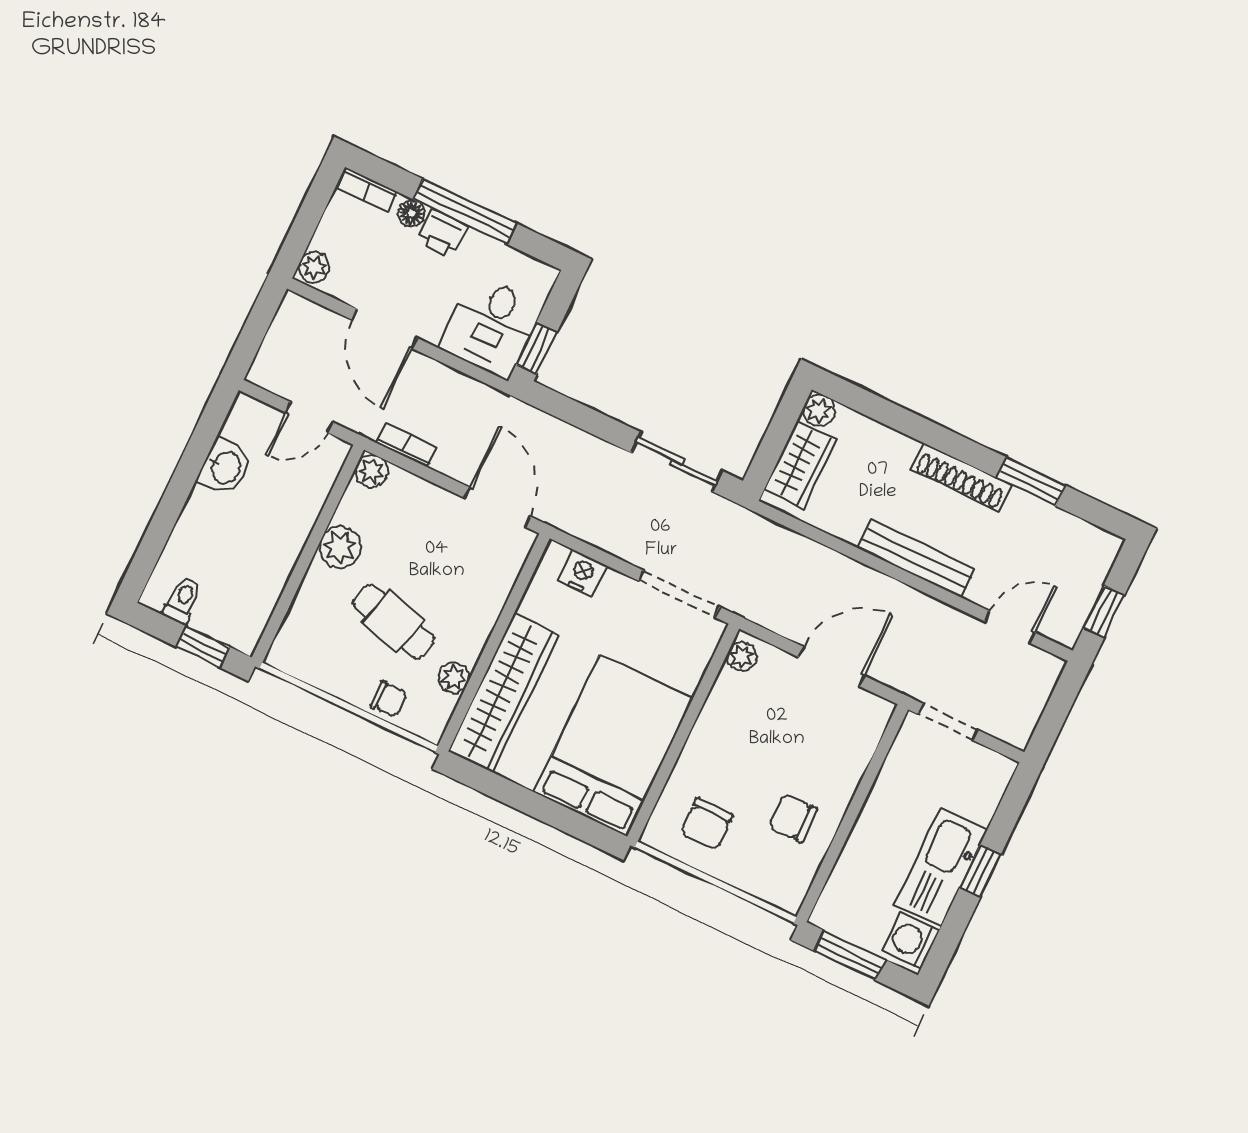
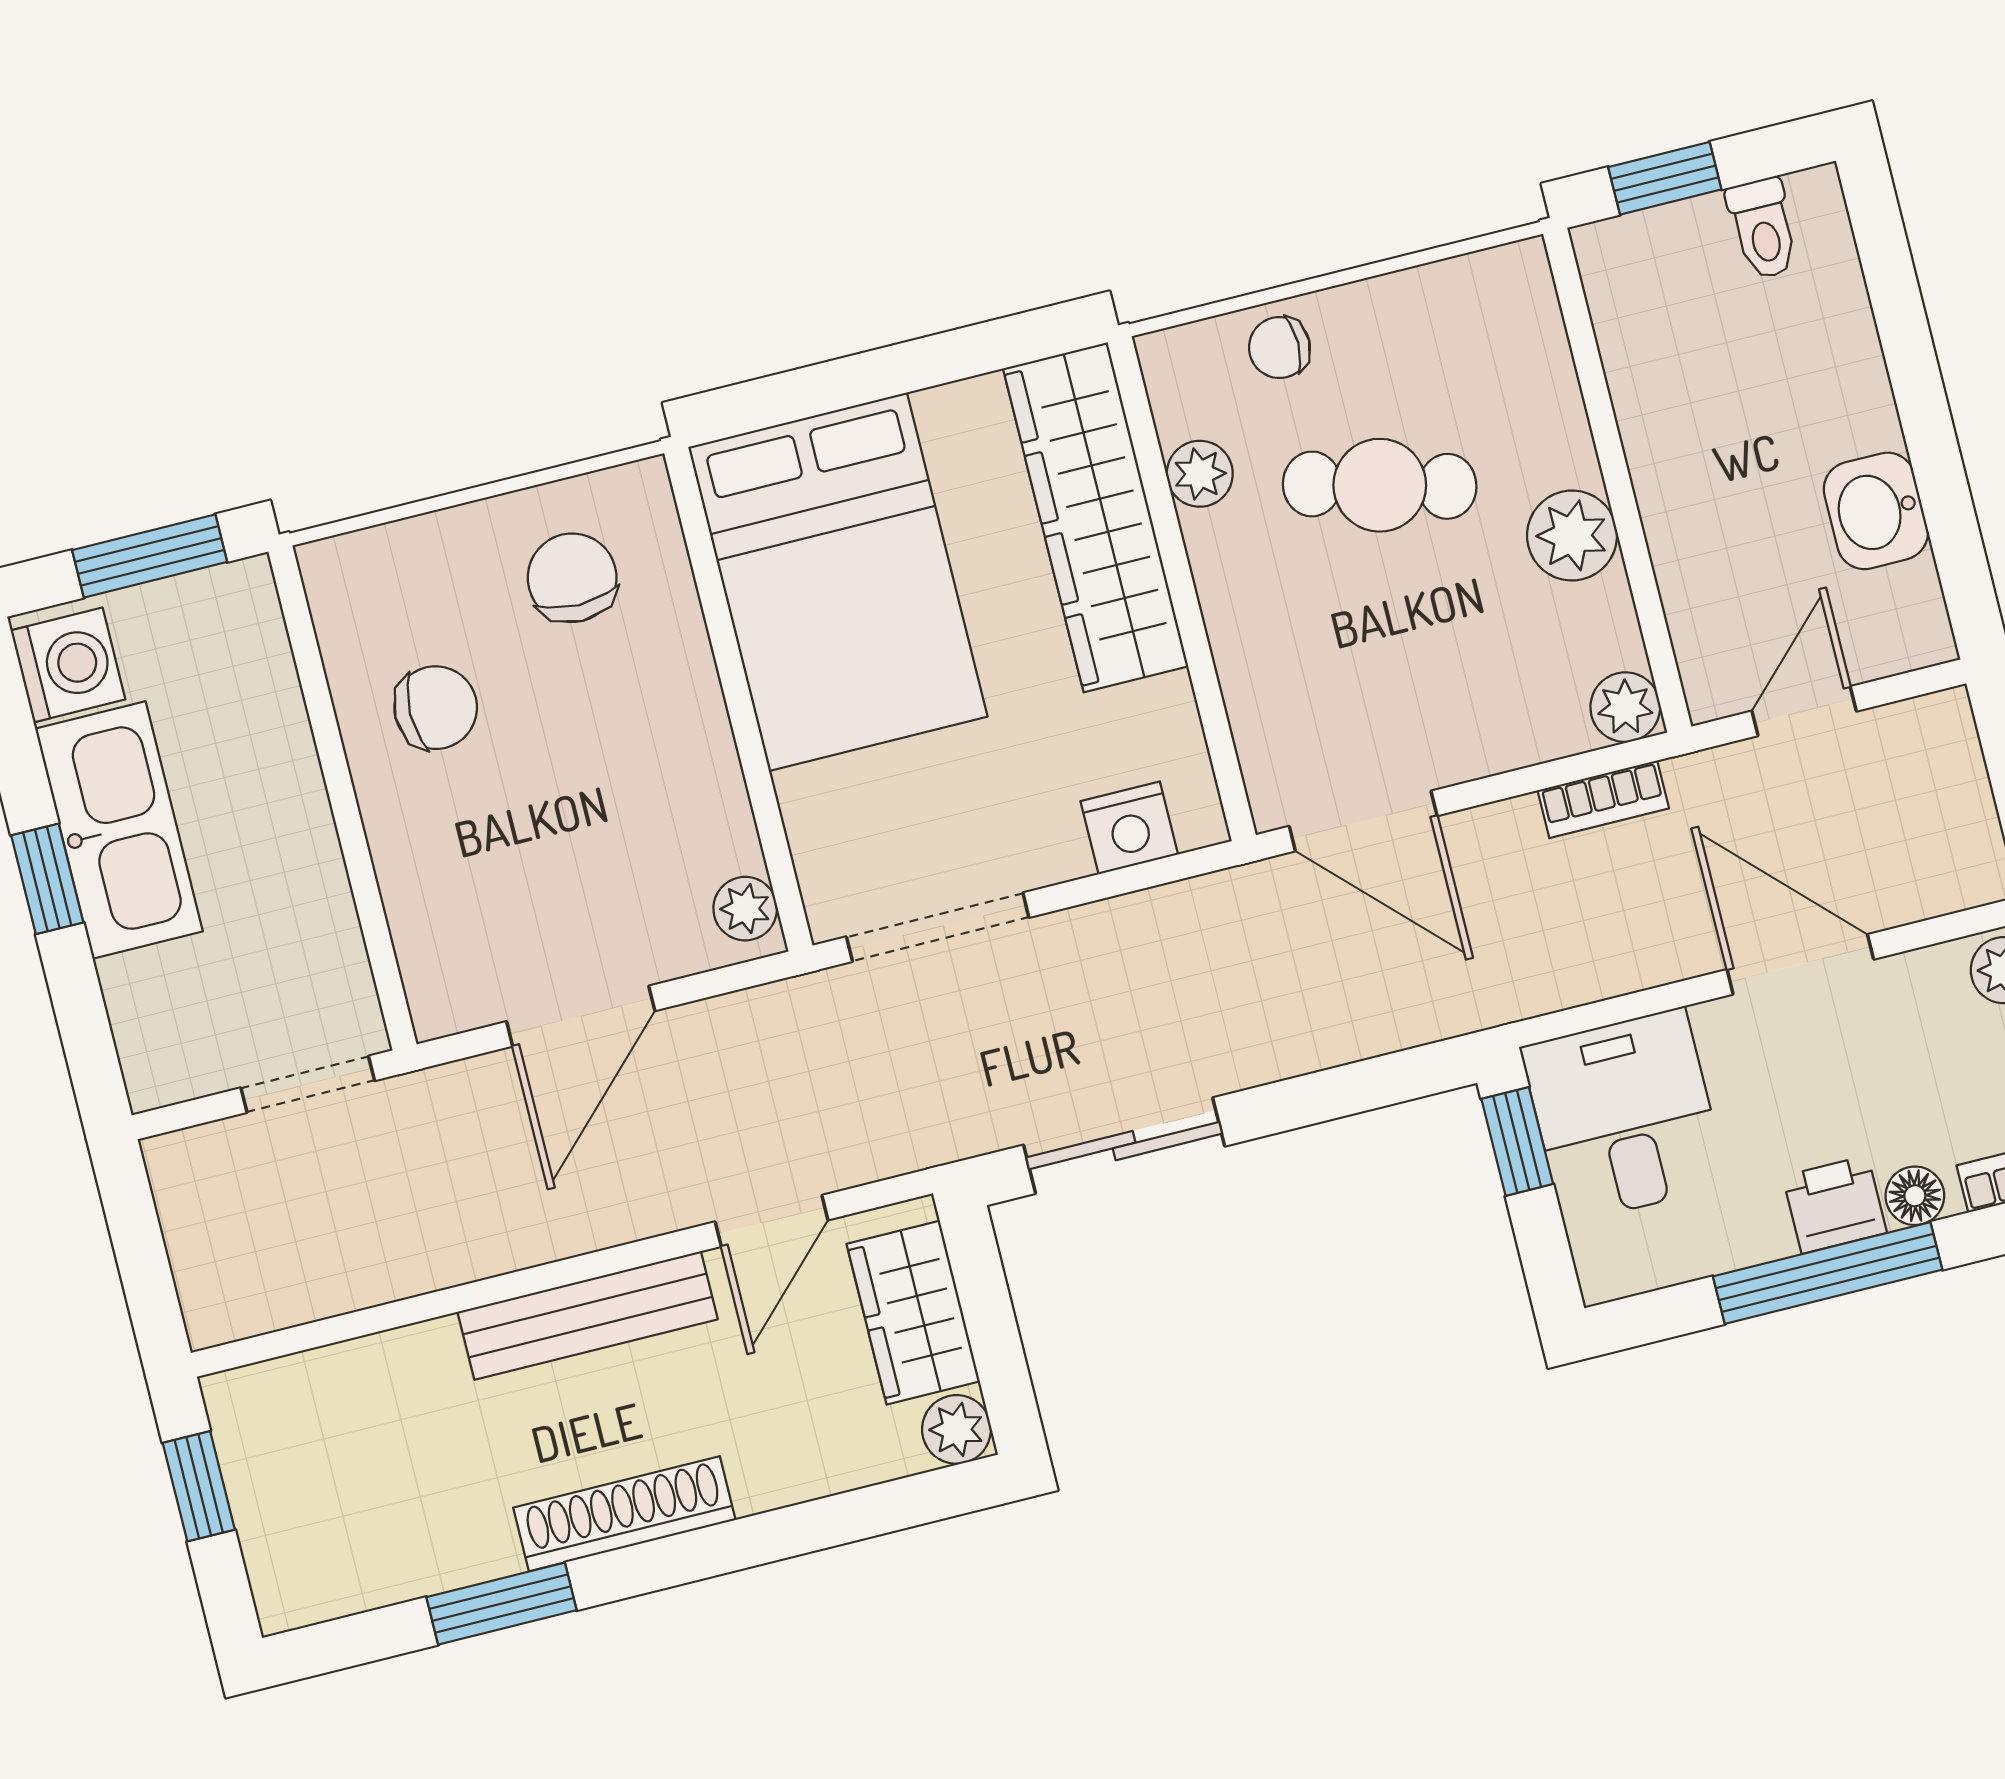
door: (1010, 627) -> (772, 1221), moved

